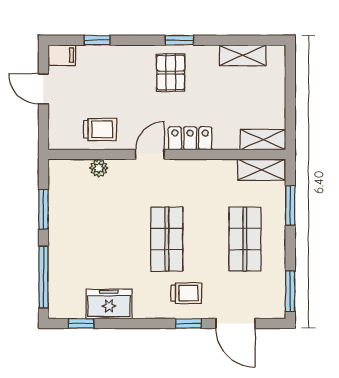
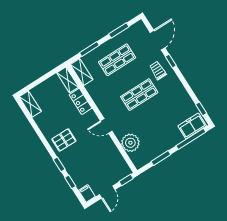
window: (179, 40) -> (59, 164), moved
shelving: (243, 55) -> (30, 104), moved
trolley: (100, 129) -> (109, 155), removed
window: (43, 131) -> (126, 180), added
locker: (190, 138) -> (81, 101), moved
plant: (99, 168) -> (130, 143), width x1.88, depth x1.88
window: (290, 291) -> (119, 30), moved
freezer: (109, 304) -> (192, 126), moved, turned 90

